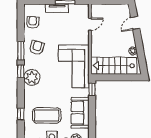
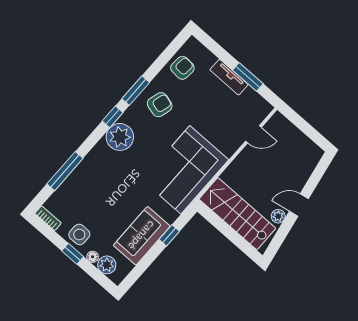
door: (135, 23) -> (299, 205), moved
window: (92, 89) -> (169, 235), moved
window: (21, 114) -> (65, 171), width x2.17
coffee table: (47, 115) -> (96, 202), removed

